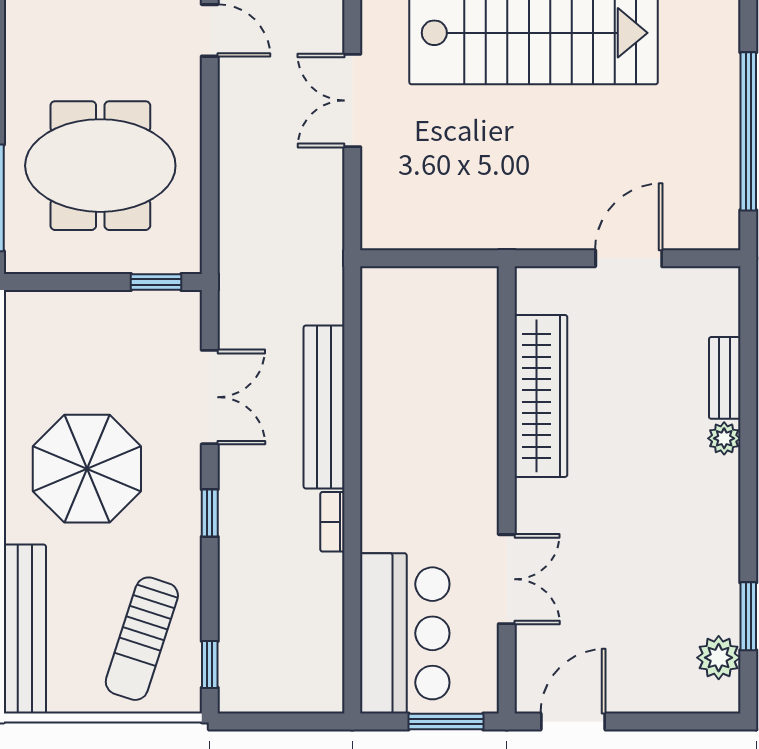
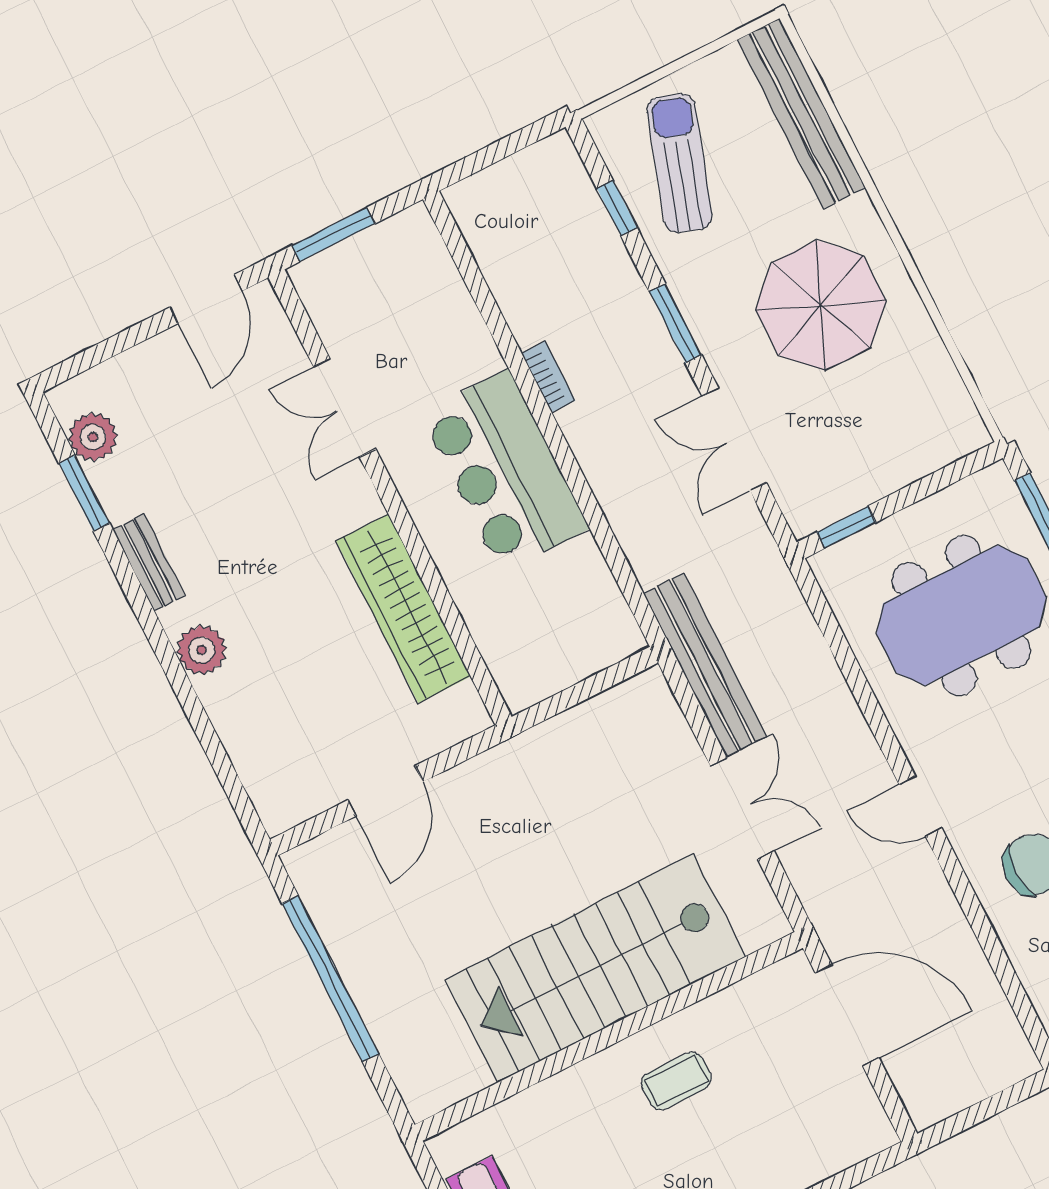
bench: (725, 378) -> (149, 563), moved
bench: (324, 407) -> (705, 665), moved
plant: (724, 438) -> (202, 650), width x1.38, depth x1.38
window: (210, 513) -> (675, 323), width x1.50
bar counter: (405, 633) -> (505, 471), moved
window: (210, 664) -> (617, 208), moved

